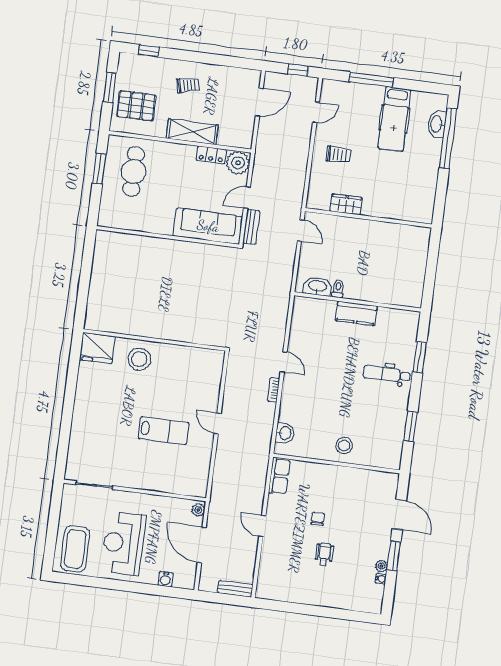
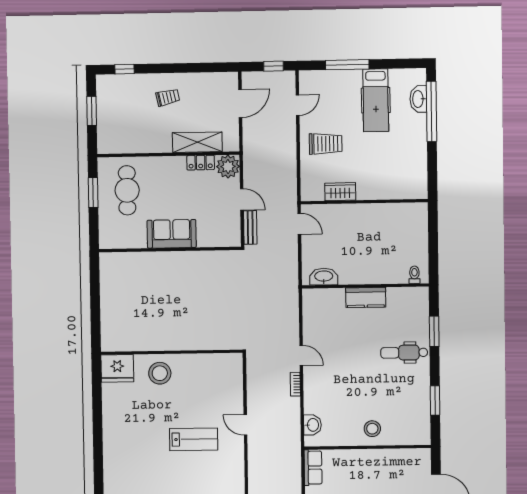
pallet: (136, 106) -> (120, 125), removed
shelving: (192, 132) -> (197, 142), moved
trolley: (338, 155) -> (326, 144), width x1.36, depth x1.39
door: (247, 198) -> (242, 199), swing flipped
sofa: (208, 226) -> (172, 234), moved, width x0.73
toilet: (338, 289) -> (414, 275), moved

